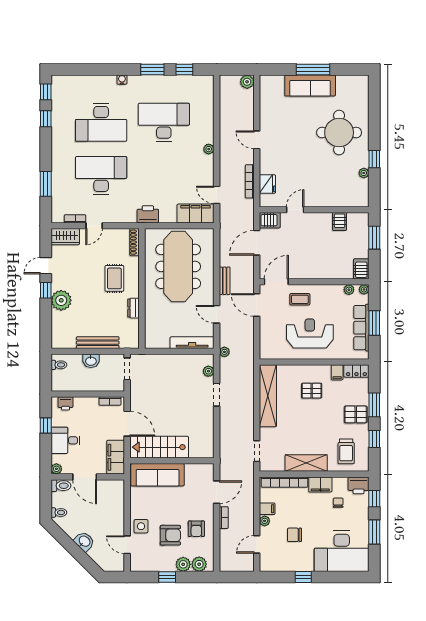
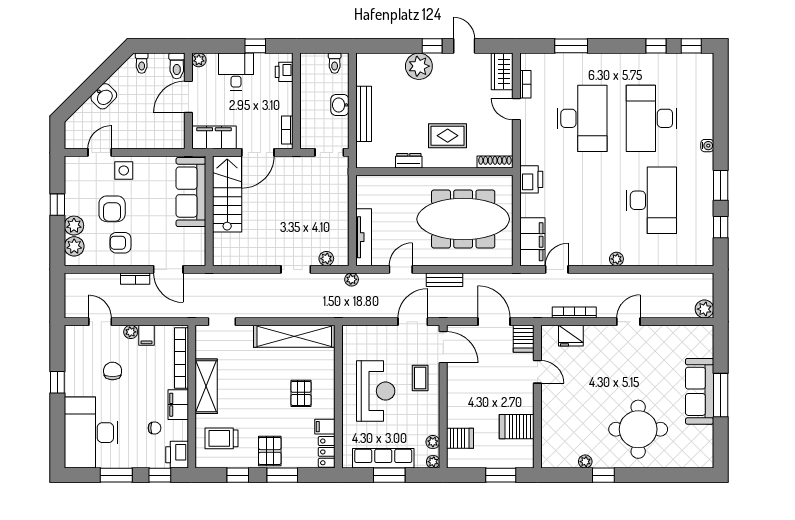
server rack: (340, 221) -> (517, 427), width x1.36, depth x1.44
server rack: (361, 269) -> (460, 438), moved

